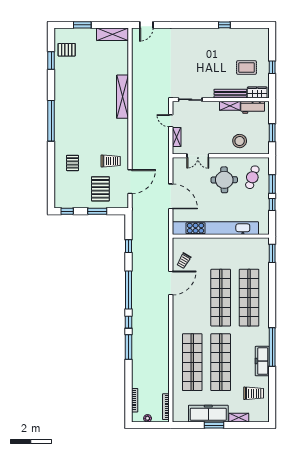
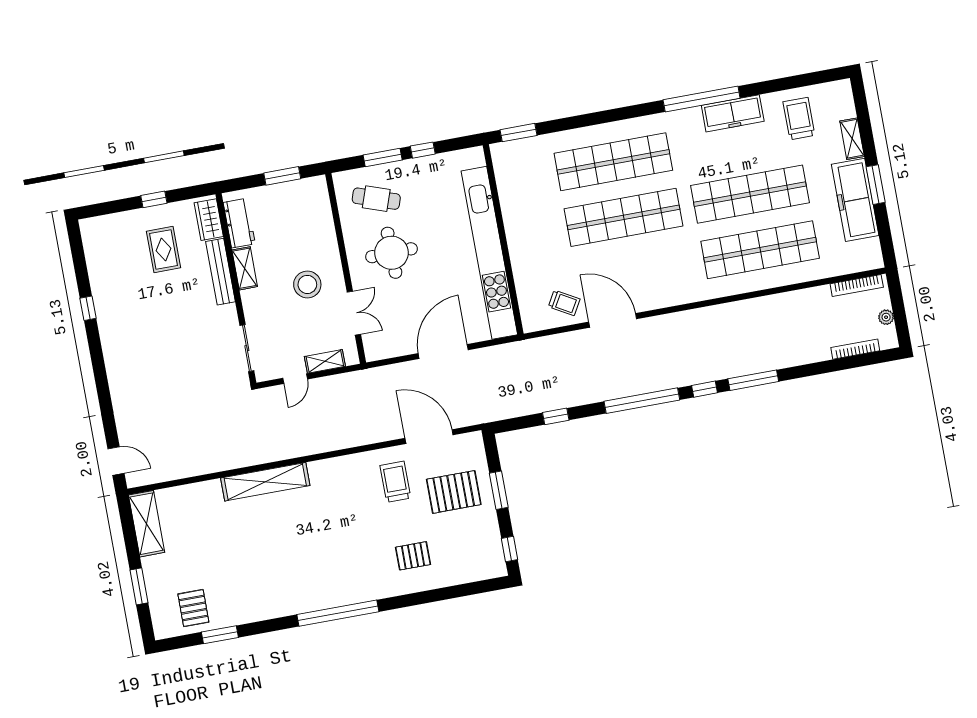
stool: (240, 141) -> (307, 284), moved

